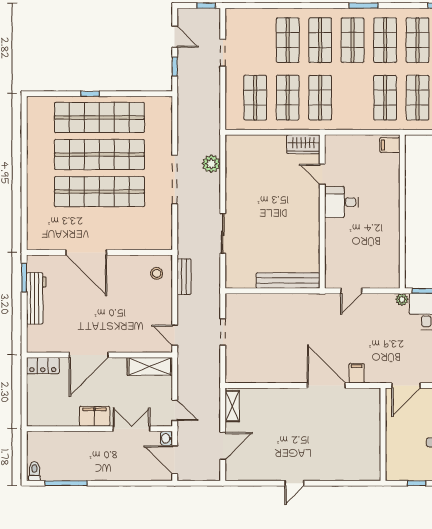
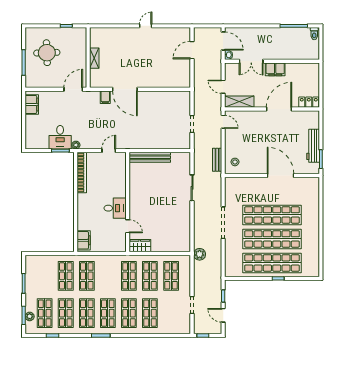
filing cabinet: (390, 145) -> (84, 240), width x2.00
plant: (211, 164) -> (200, 254), moved
bookcase: (393, 257) -> (82, 173), added
shelving: (232, 406) -> (94, 58), moved
door: (175, 410) -> (223, 87), moved

